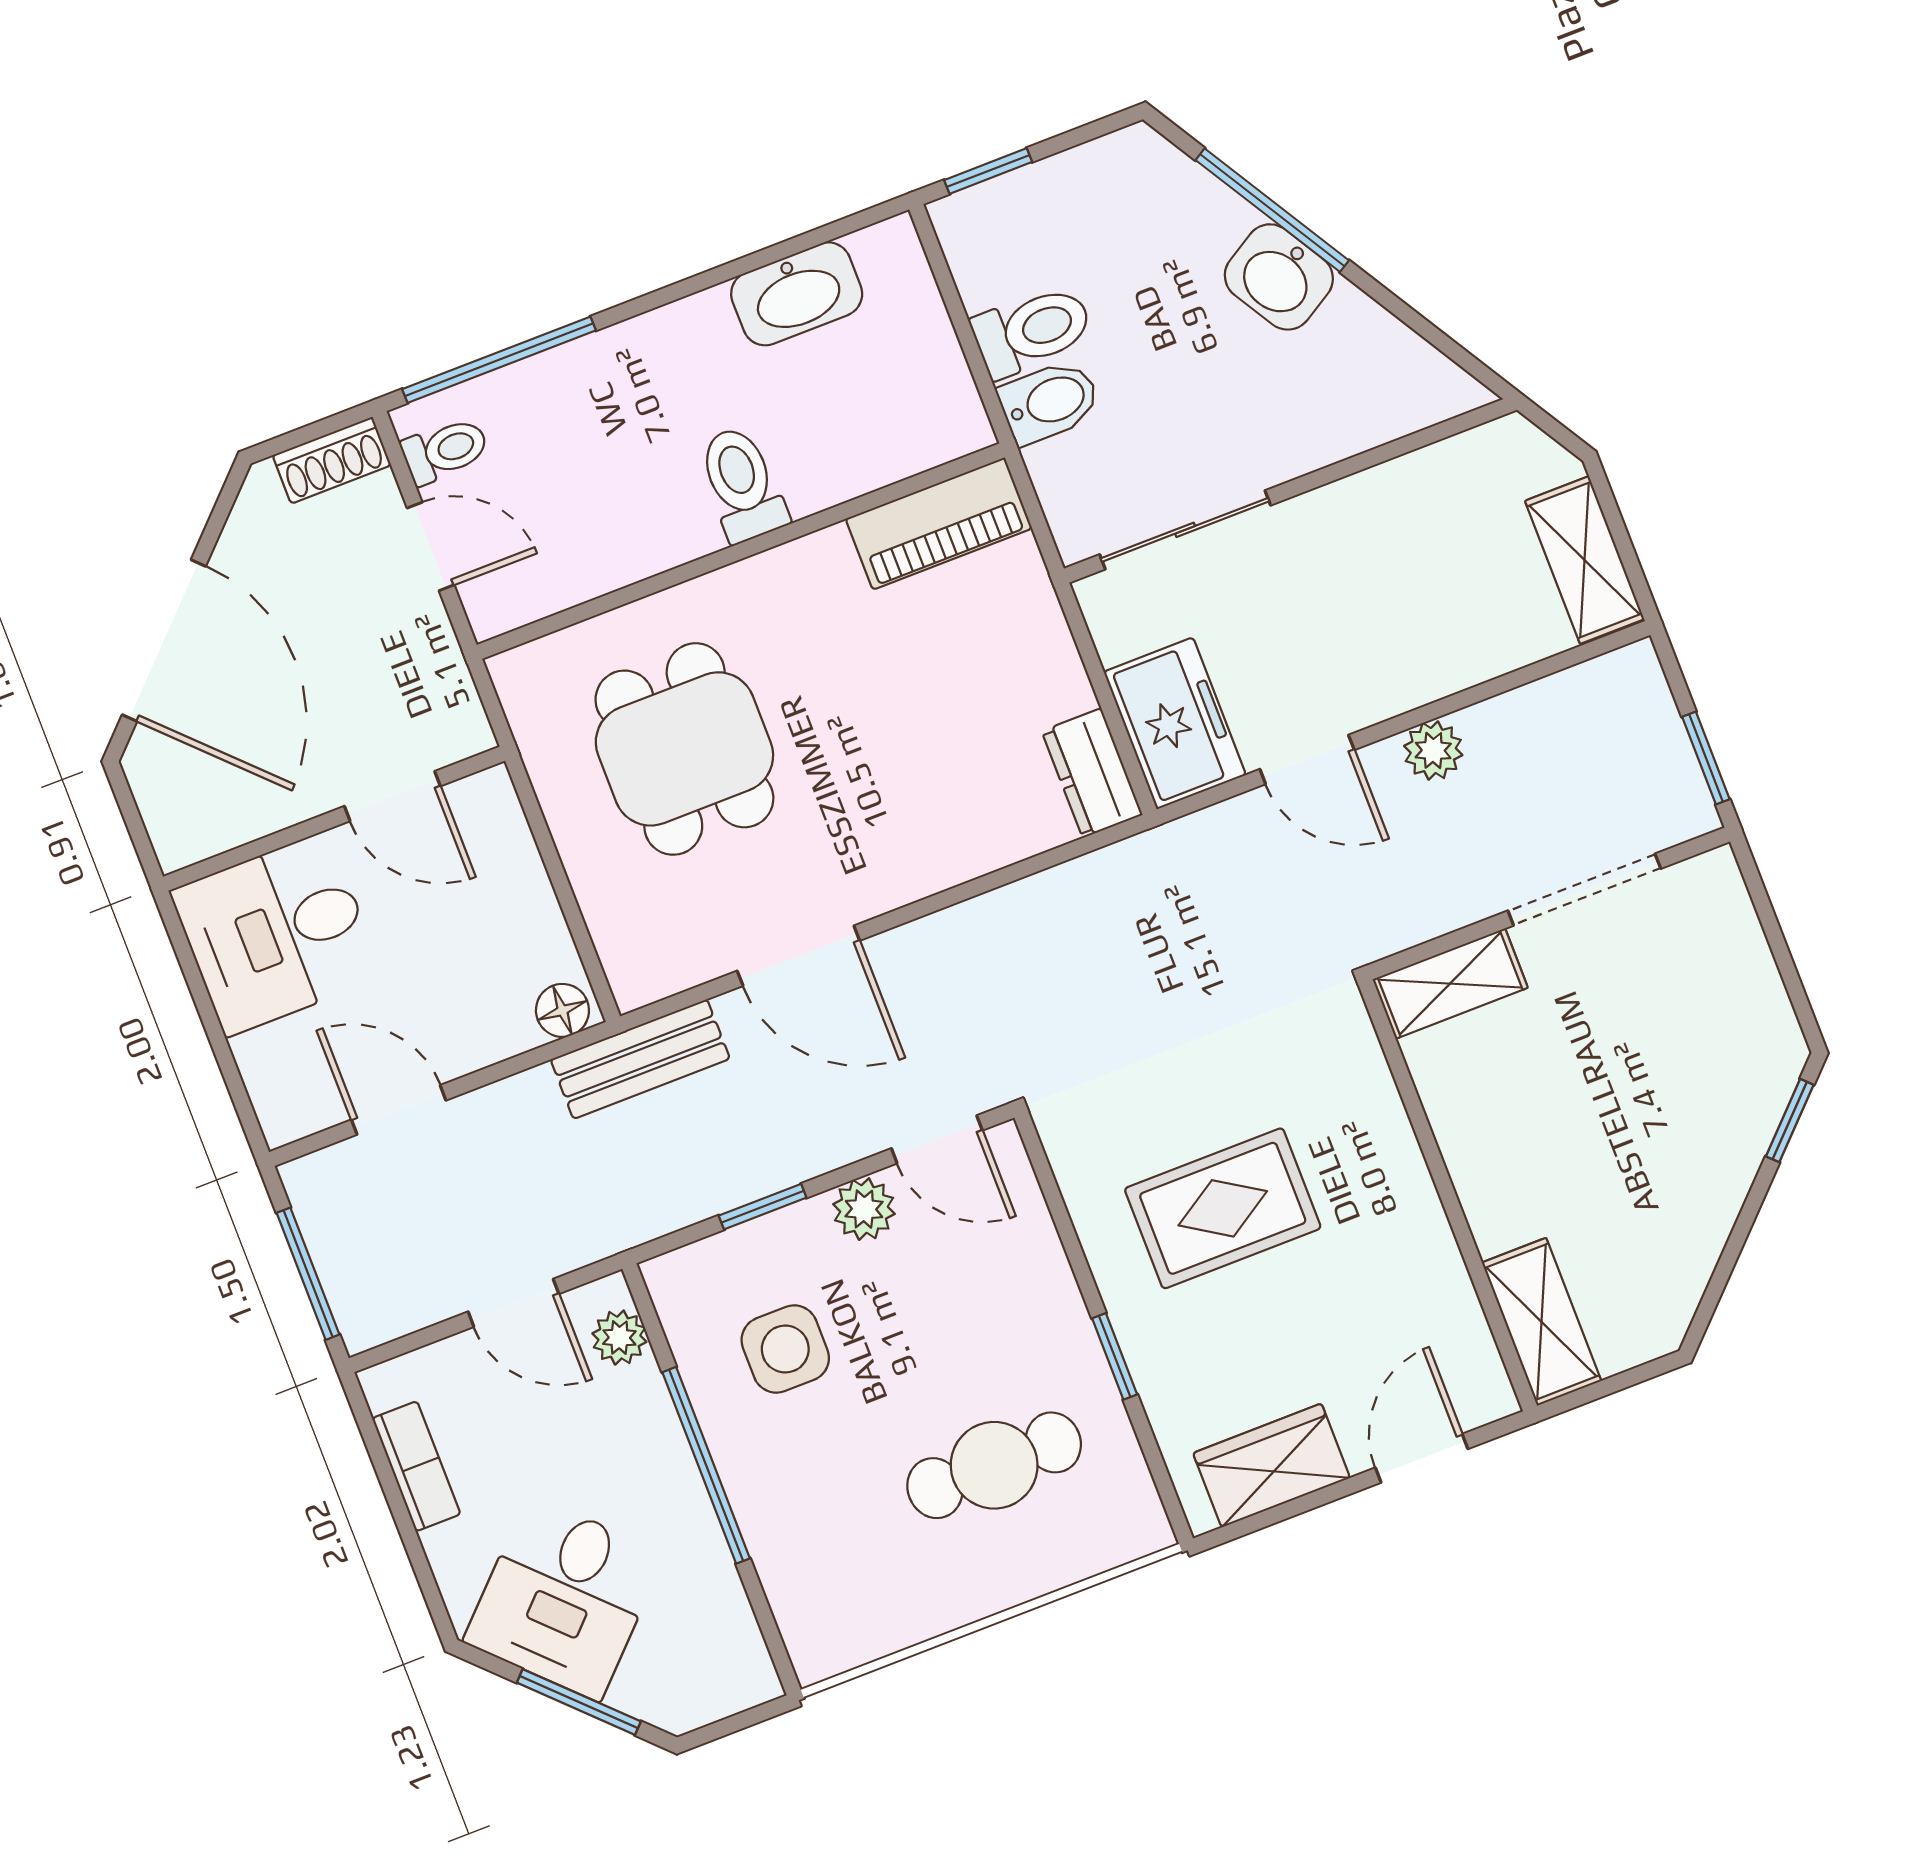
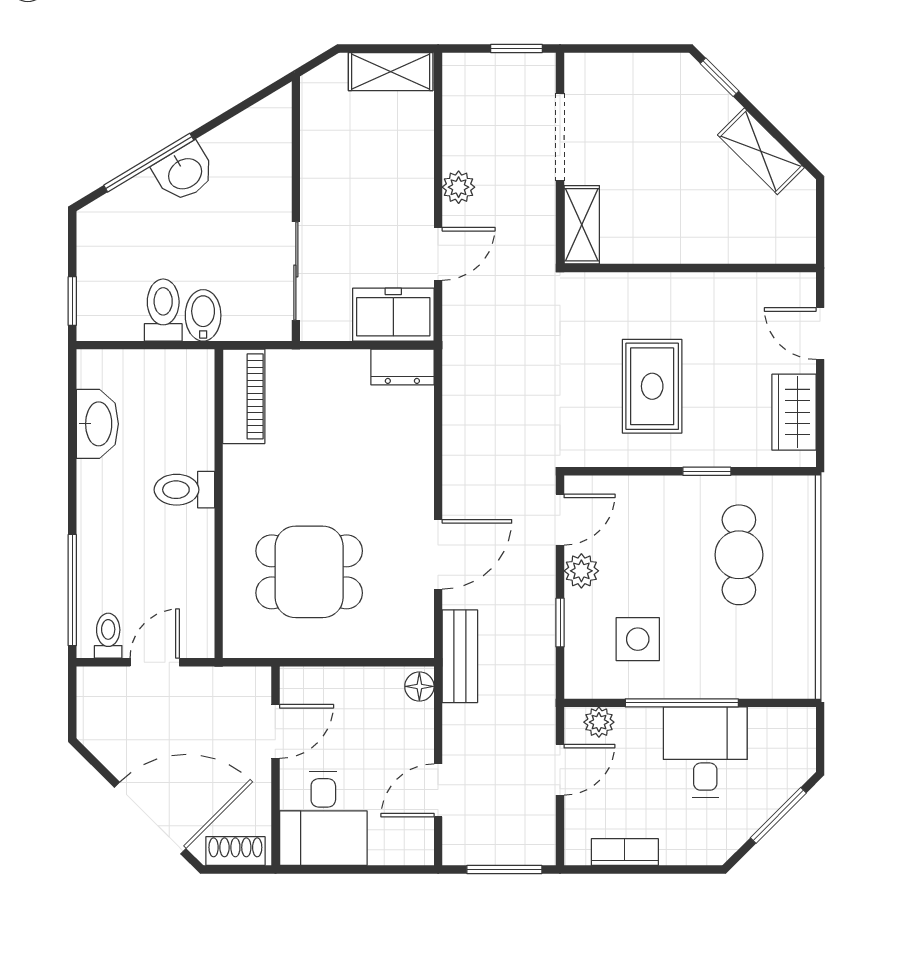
shoe rack: (332, 460) -> (235, 851), moved, turned -90
shelving: (1542, 1322) -> (761, 151), moved, turned 45
desk: (564, 1598) -> (705, 752), moved, turned -135

